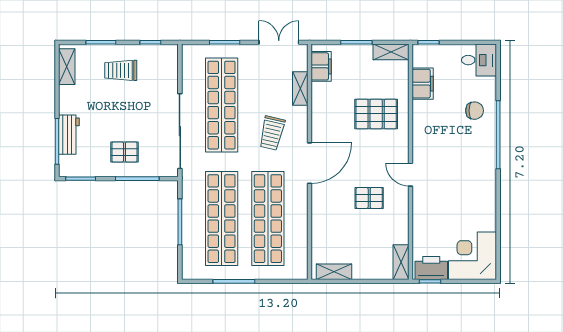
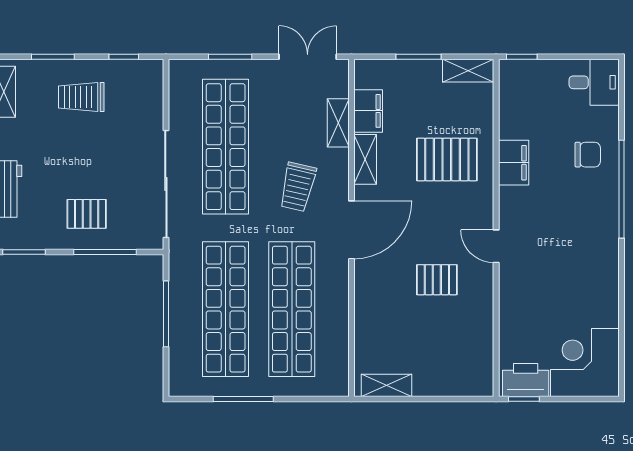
filing cabinet: (321, 66) -> (368, 111), moved
filing cabinet: (423, 84) -> (514, 163), moved
shelving: (401, 262) -> (365, 159), moved

